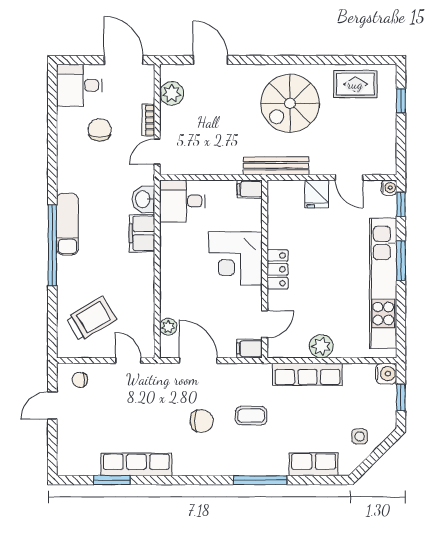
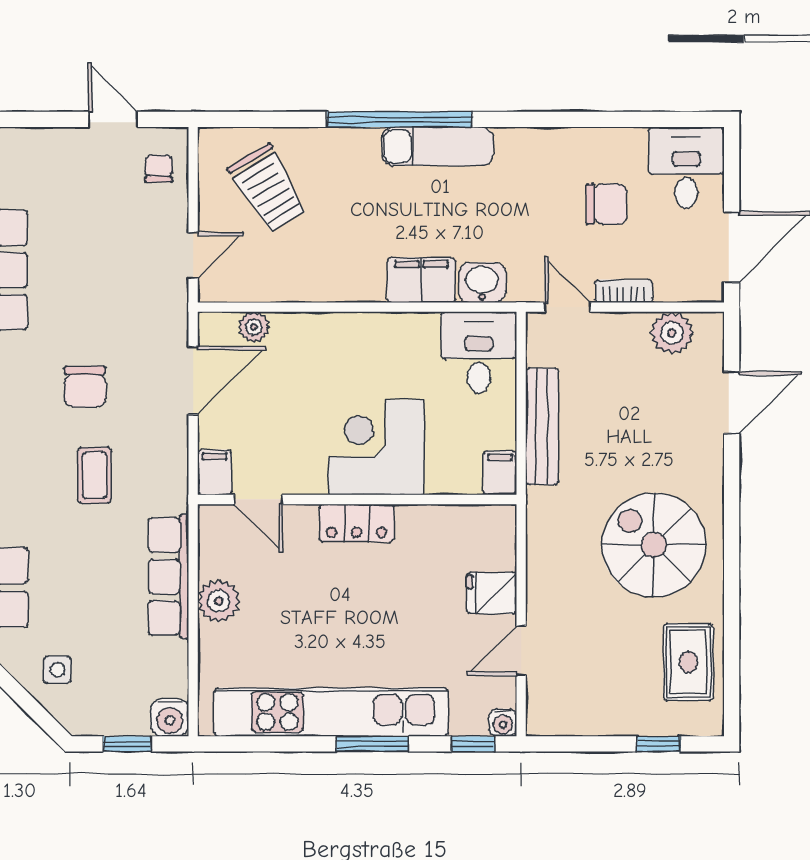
bench: (276, 166) -> (542, 426), moved

